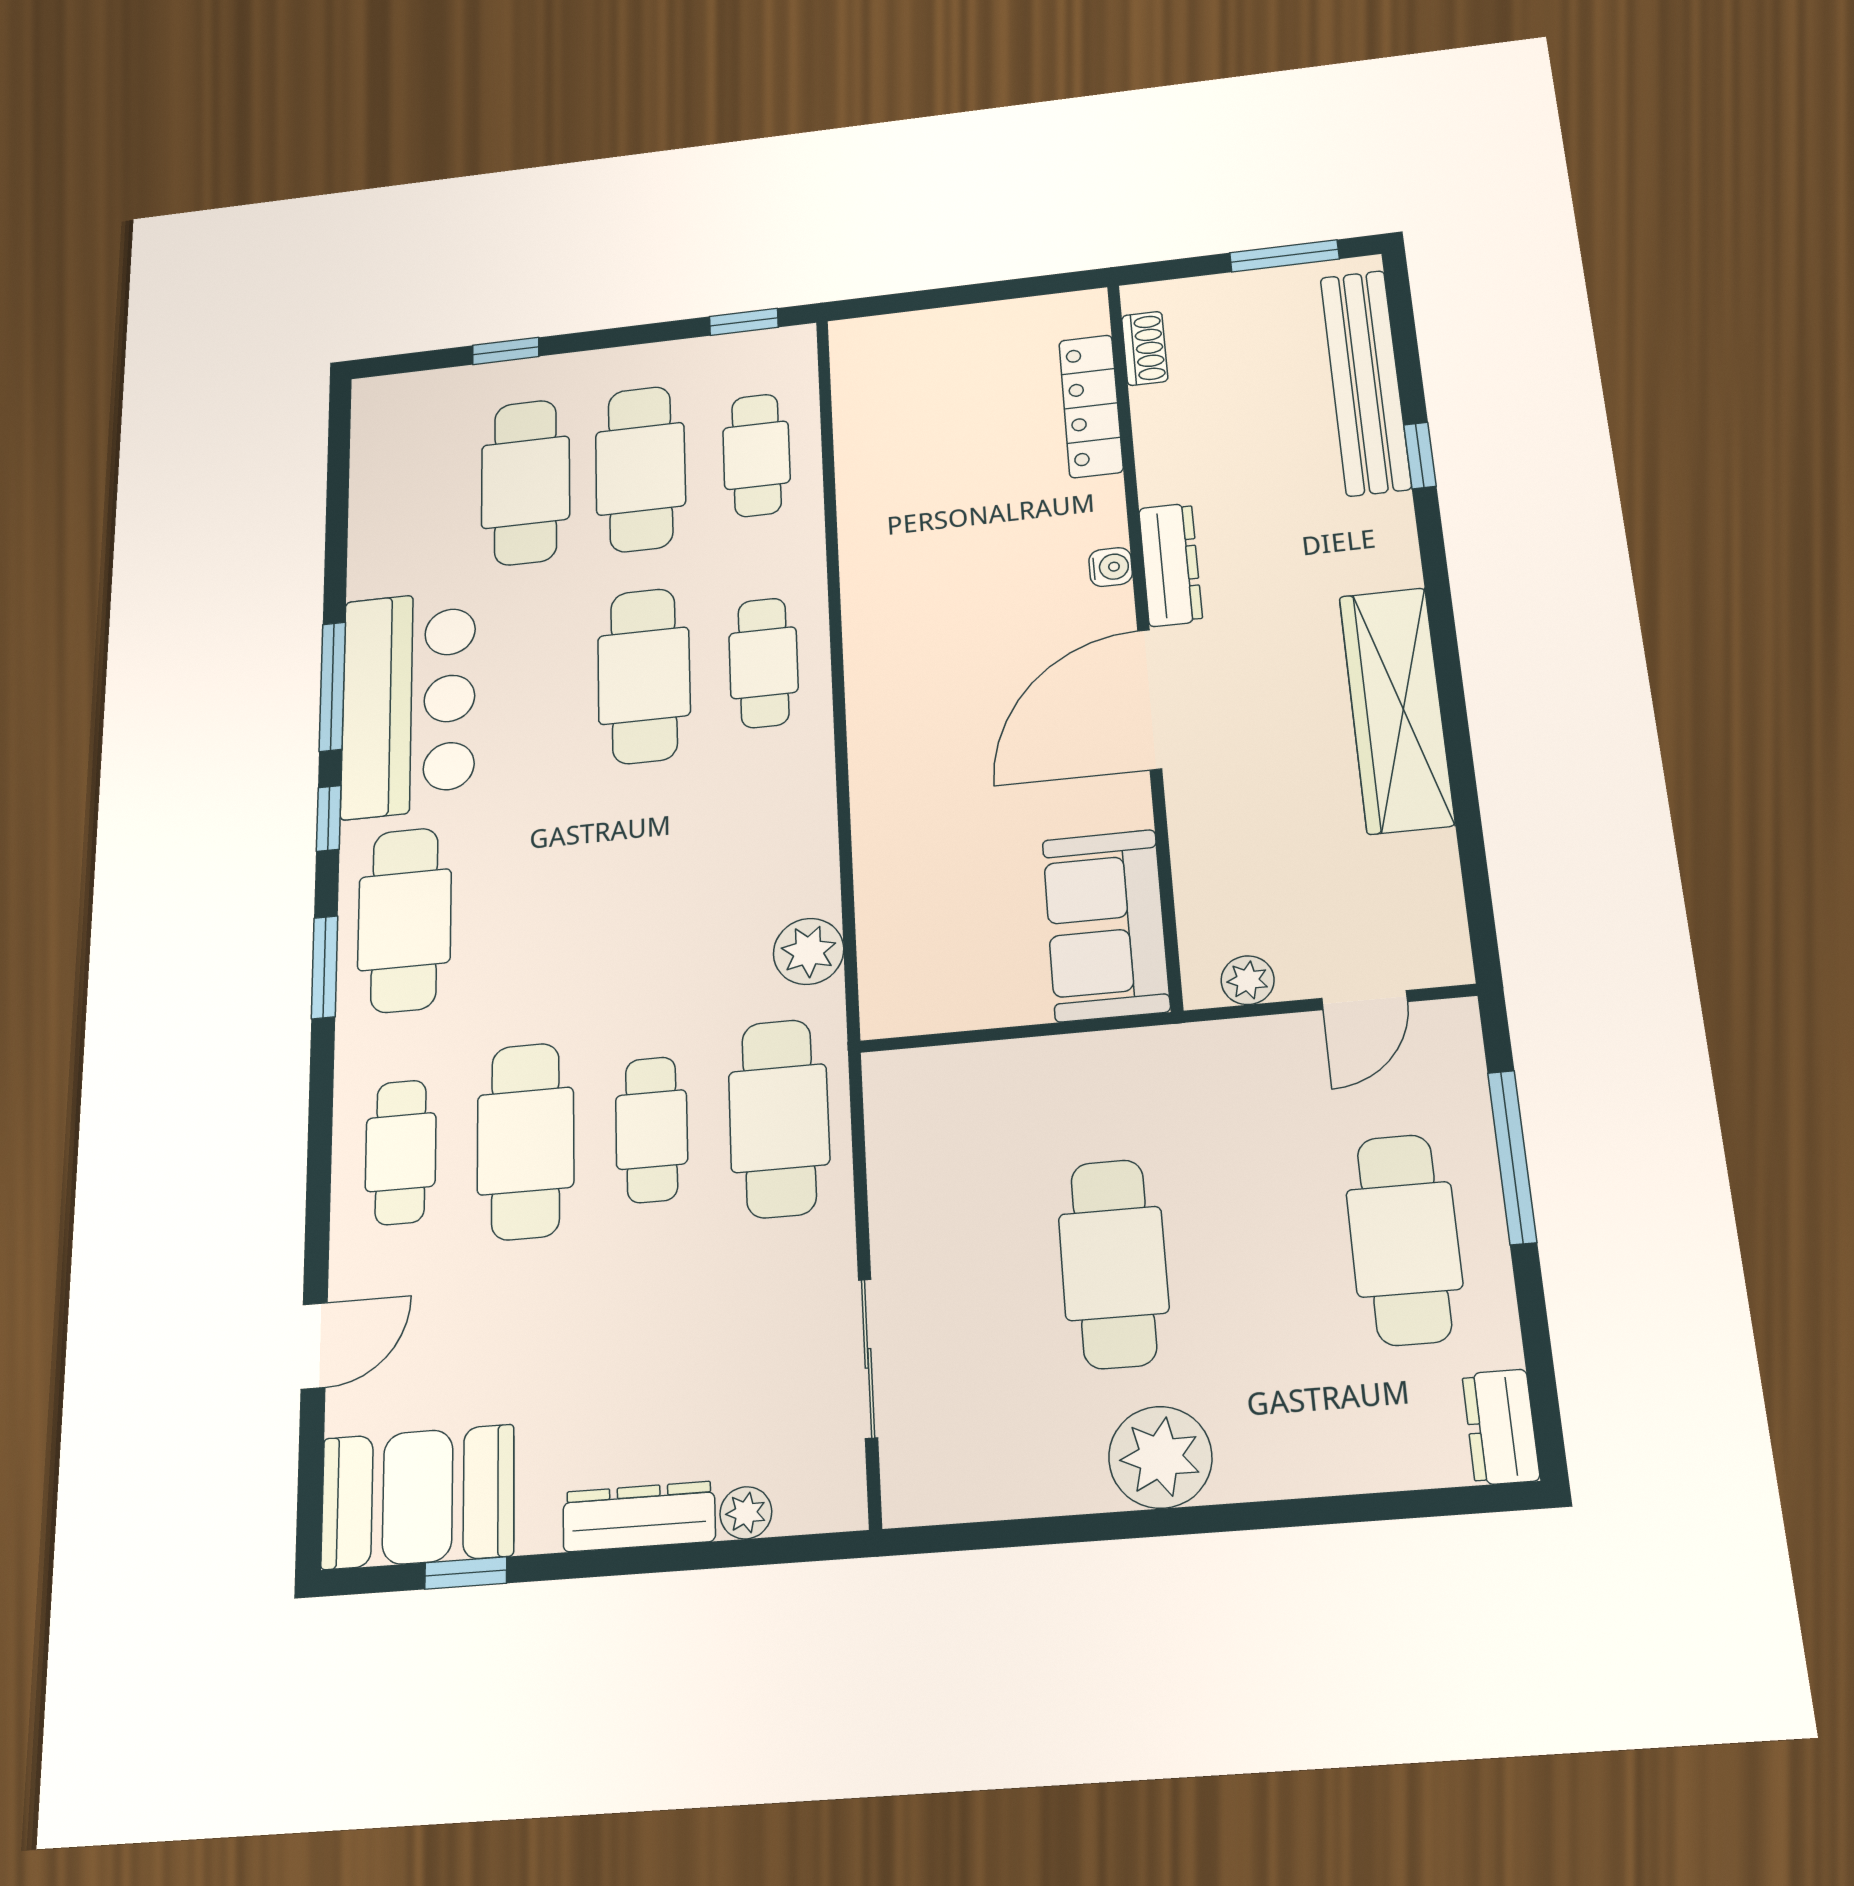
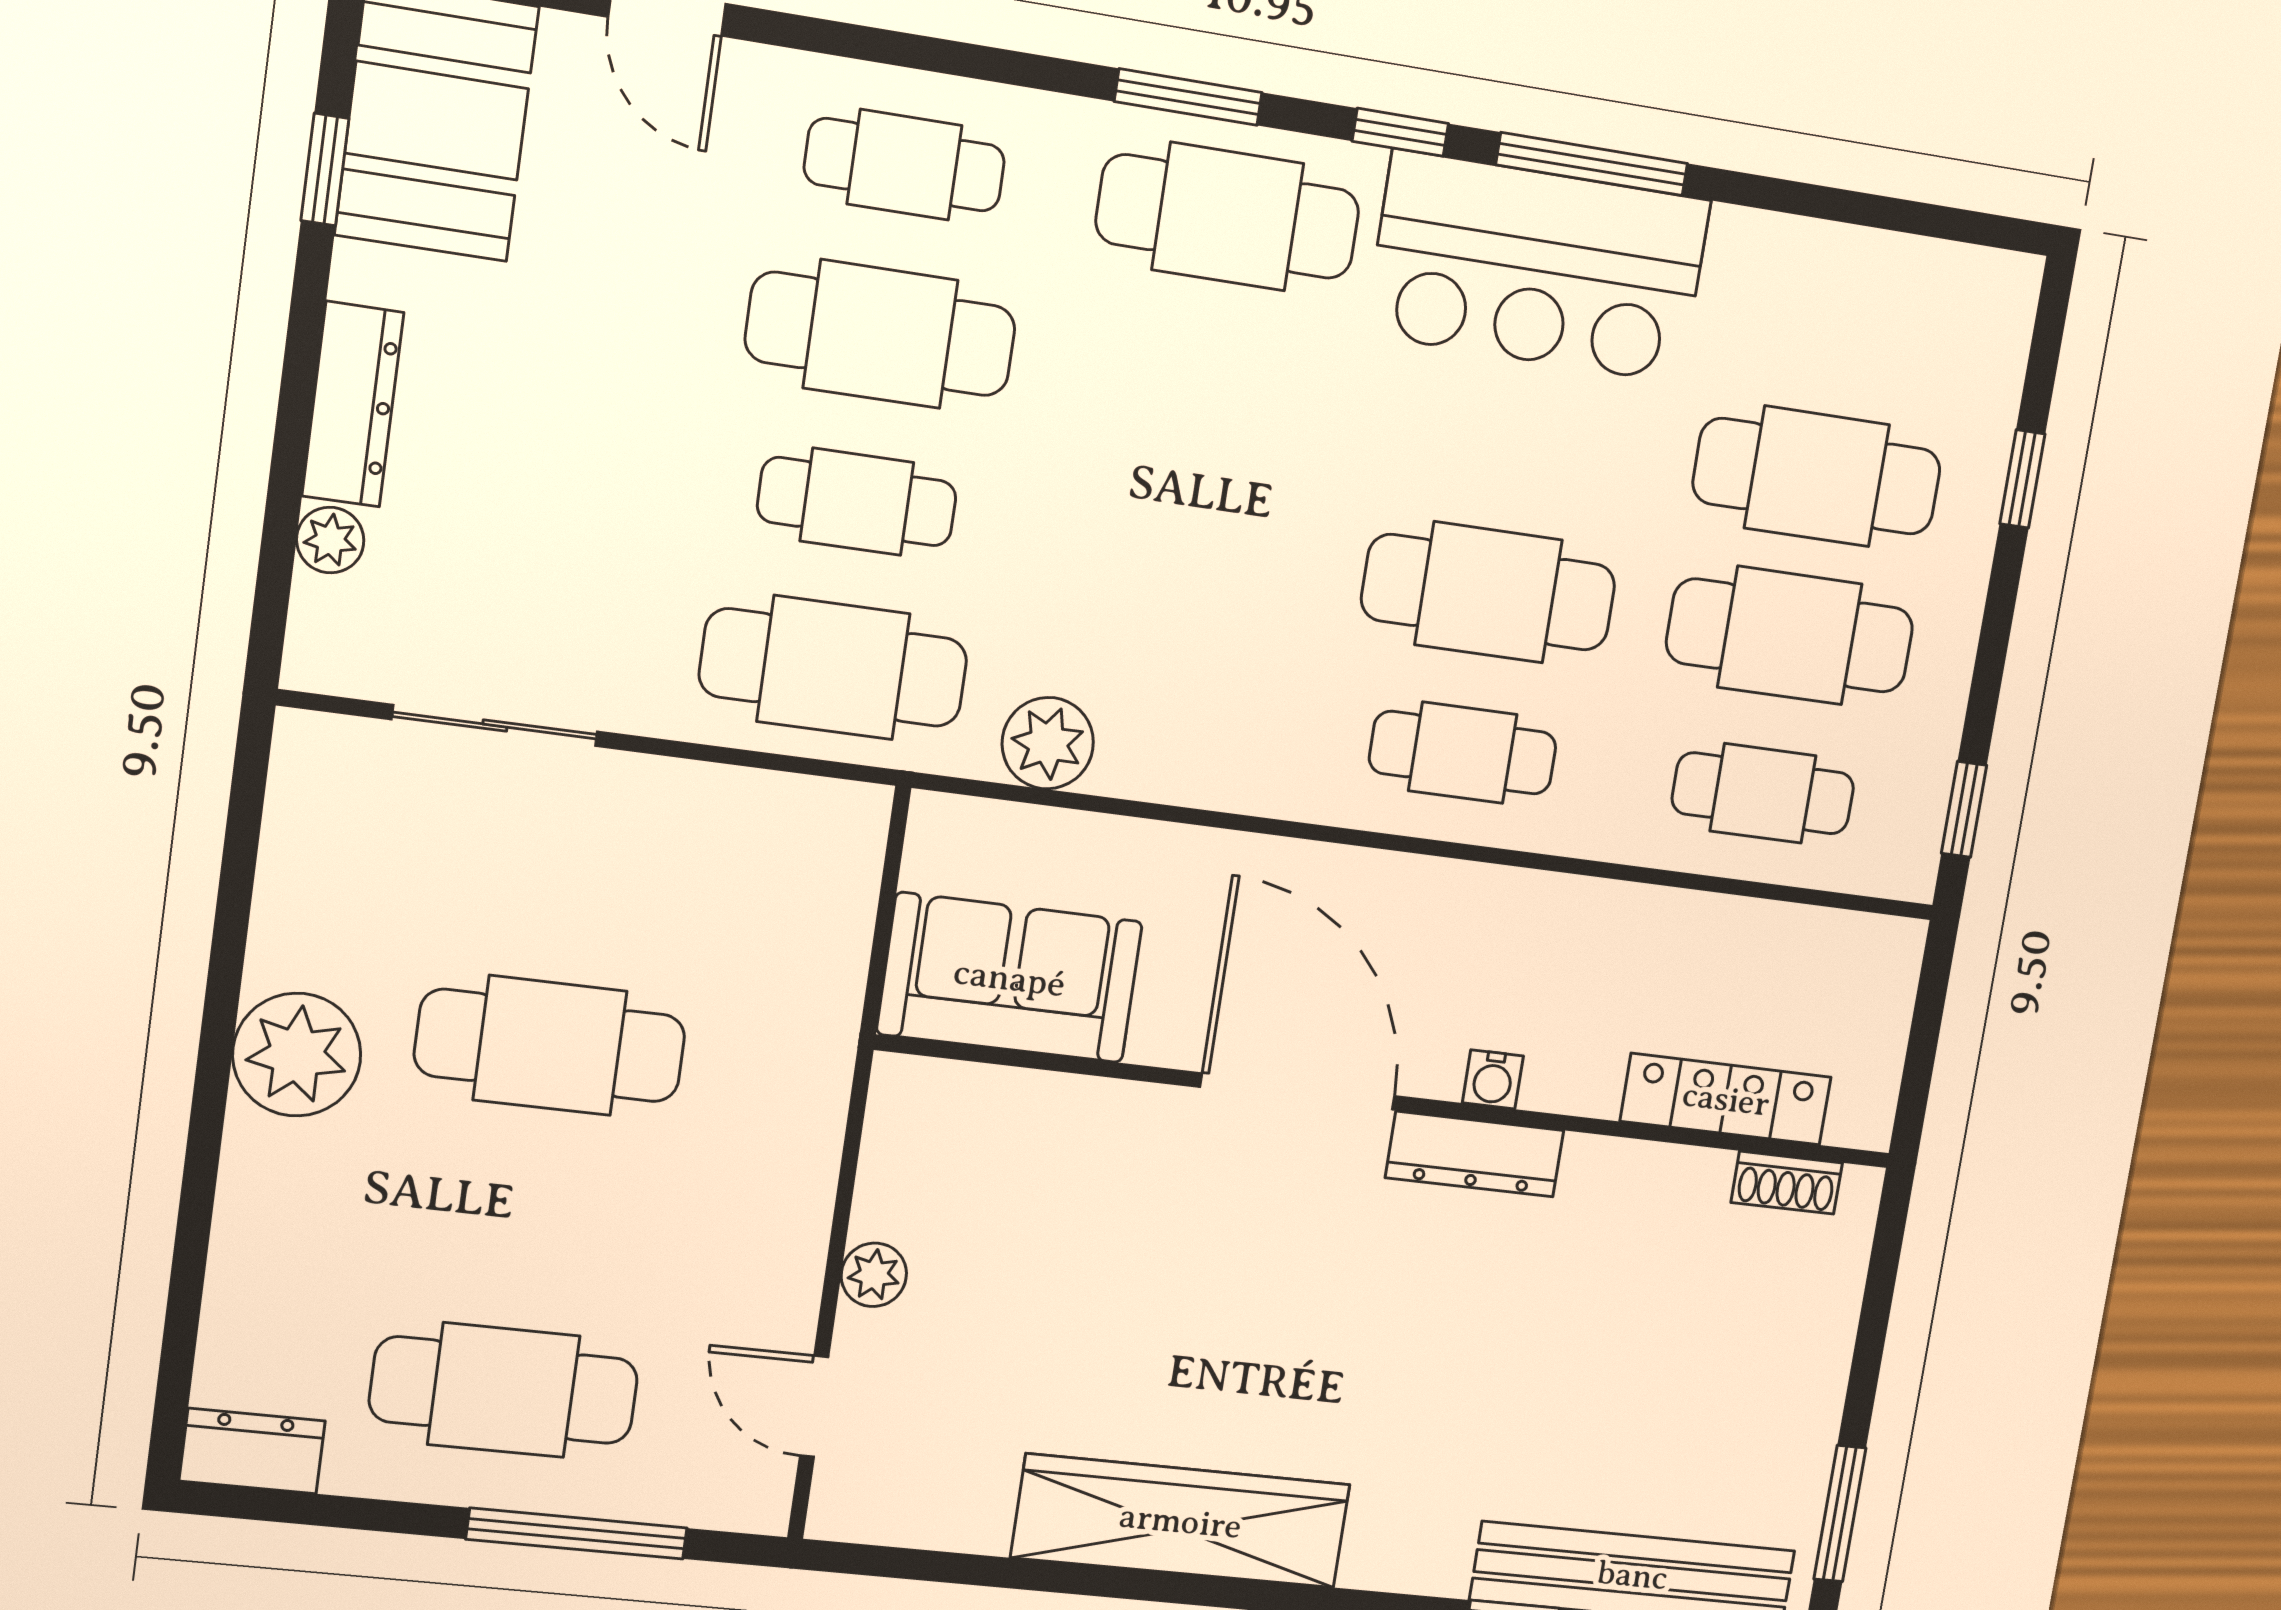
shoe rack: (1145, 348) -> (1787, 1183), moved
locker: (1091, 406) -> (1726, 1099), moved
dresser: (1170, 565) -> (1475, 1154), moved
water cooler: (1111, 567) -> (1493, 1079), moved
wall: (1143, 630) -> (1394, 1103), moved
door: (1150, 699) -> (1298, 1092), moved
sofa: (1106, 925) -> (1010, 978), moved

